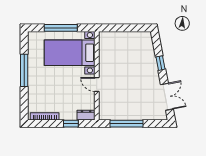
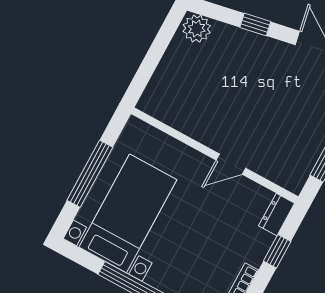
plant: (146, 40) -> (197, 29), added
bed with nightstands: (70, 53) -> (128, 213), moved, turned 180

